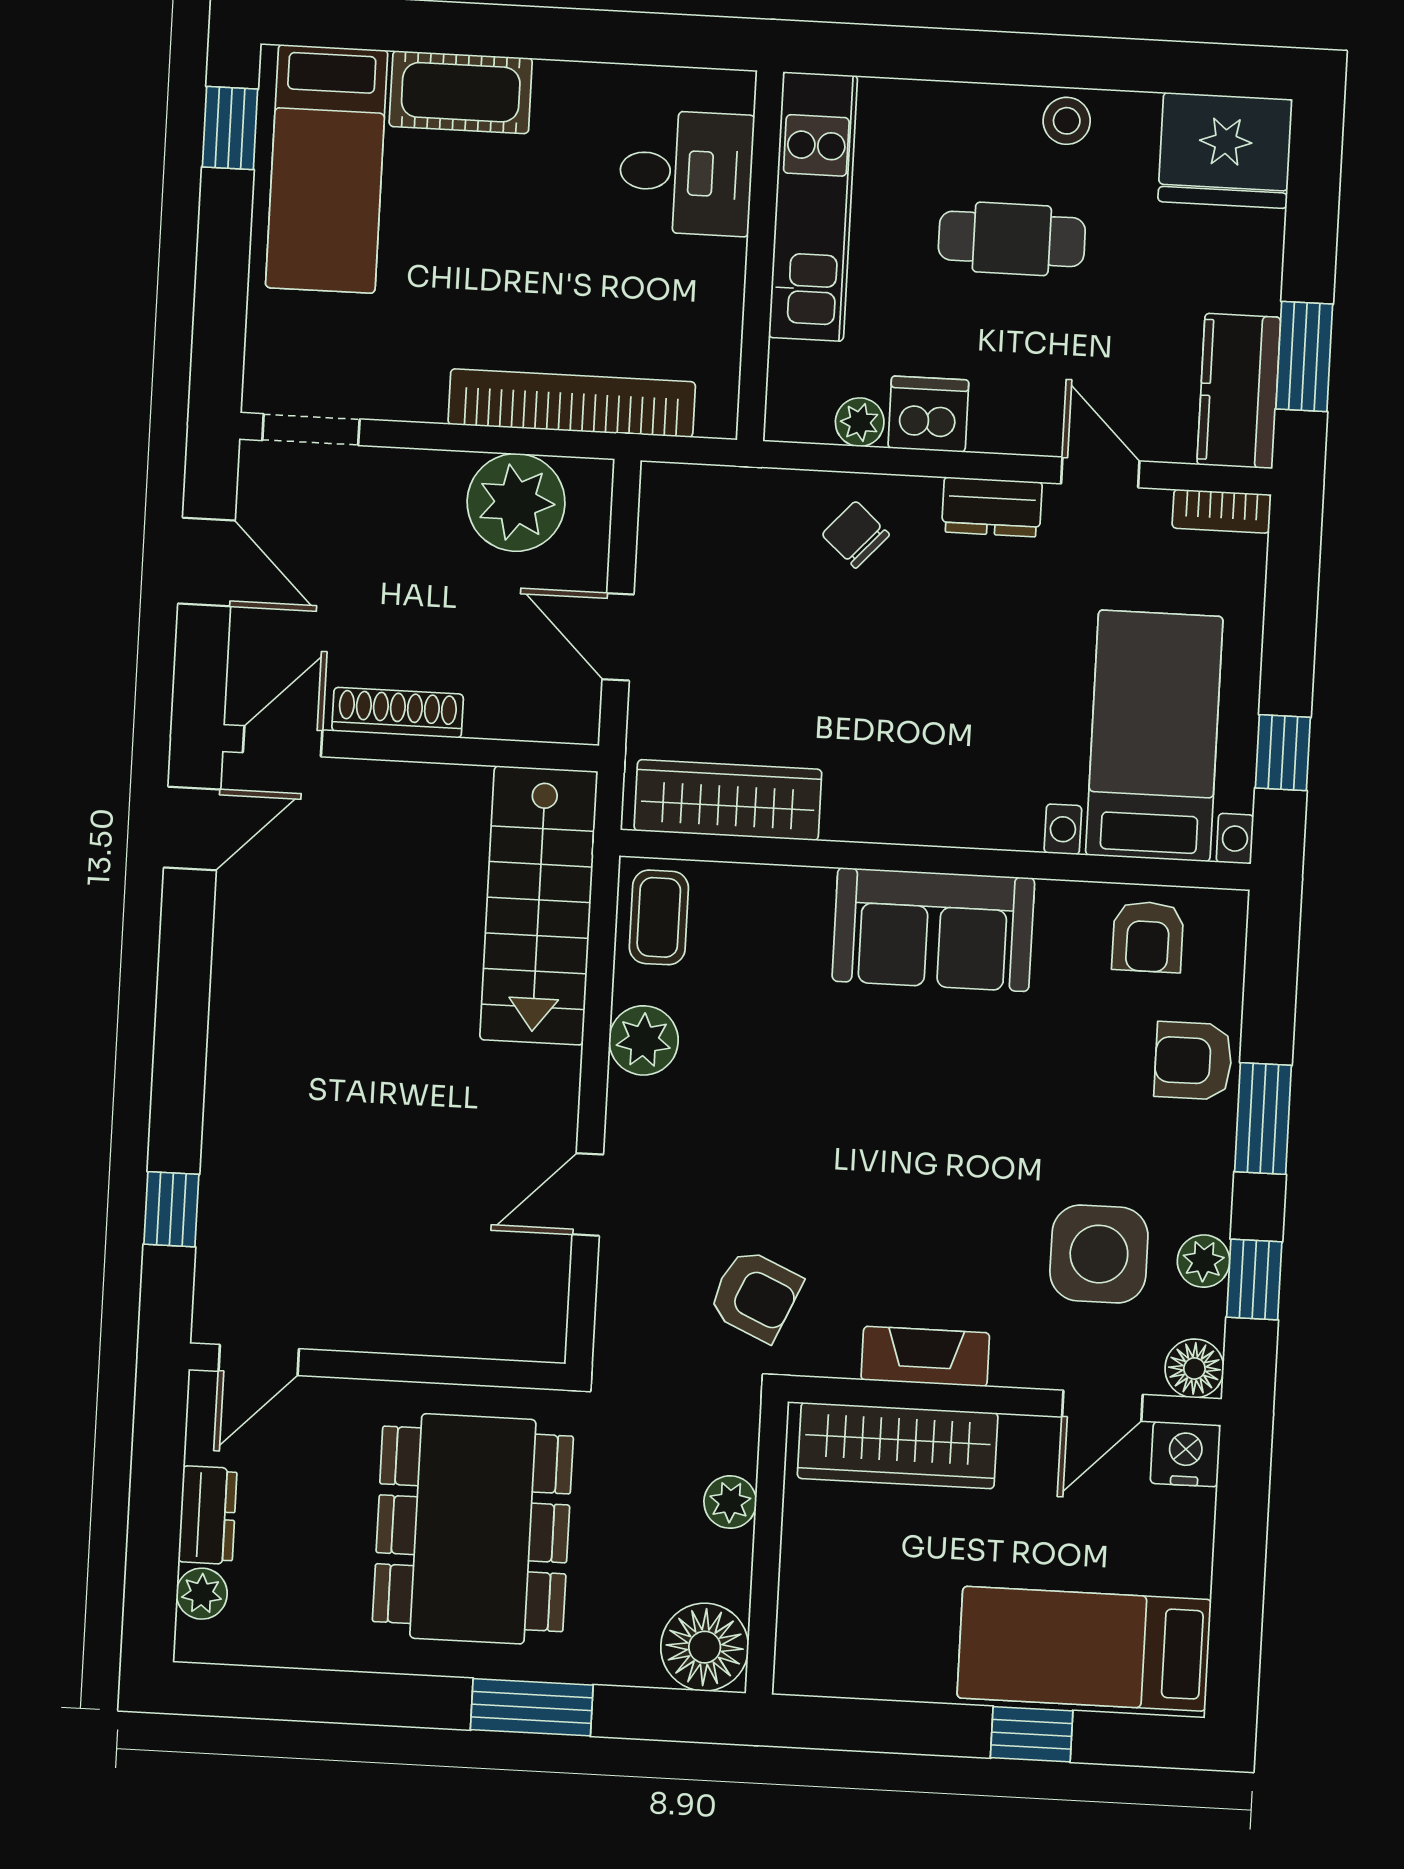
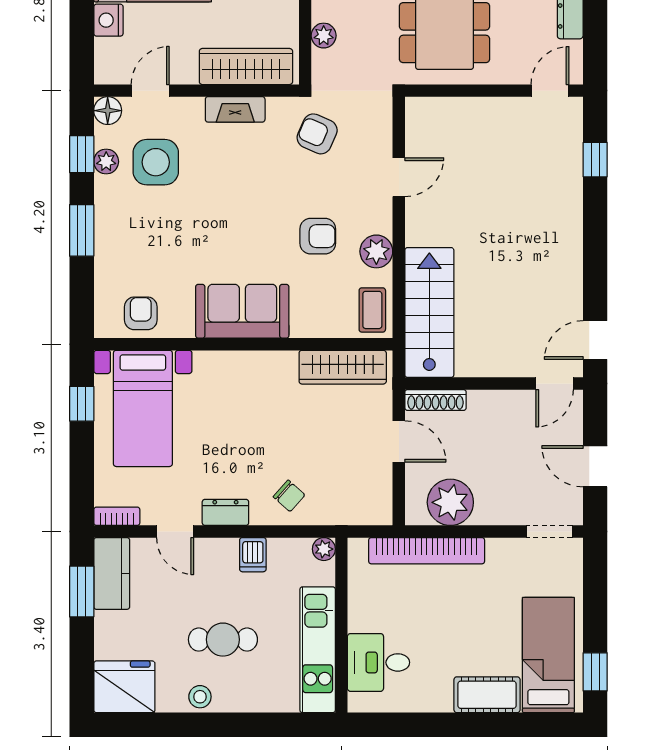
dishwasher: (928, 414) -> (253, 555), width x0.73
plant: (860, 422) -> (324, 549), moved
shoe rack: (398, 713) -> (435, 400), moved
armchair: (1193, 1061) -> (318, 236), moved
nightstand: (1186, 1454) -> (108, 20), moved, turned 90

